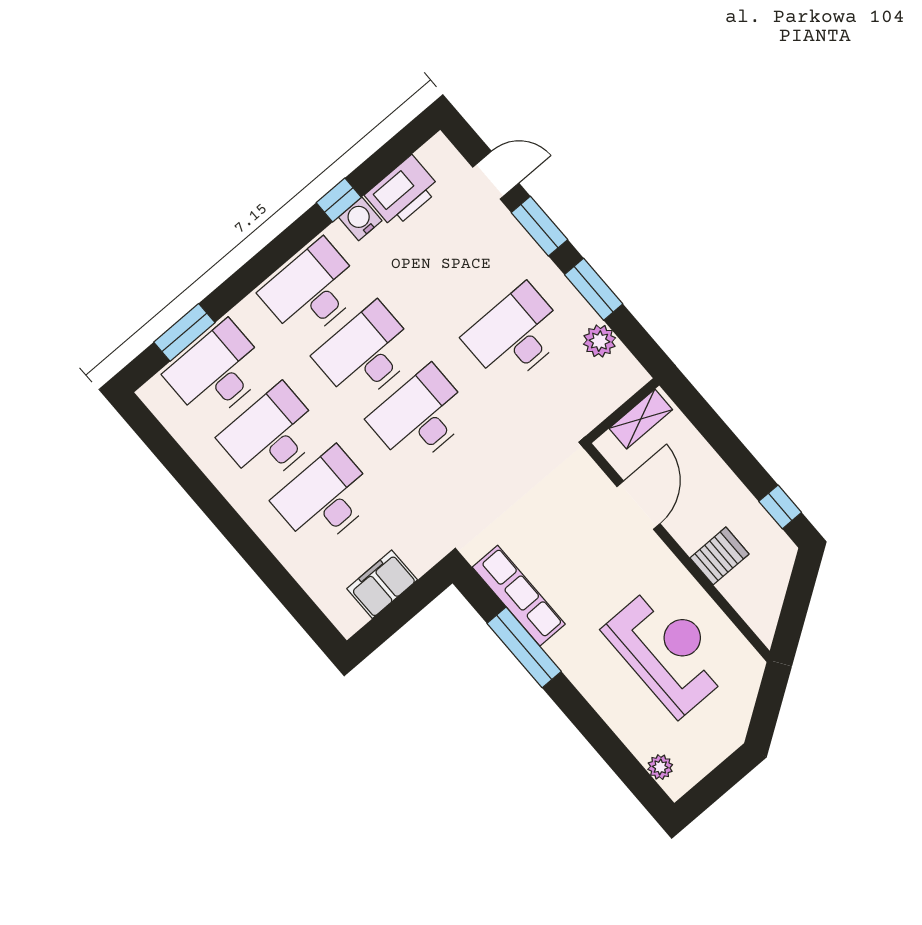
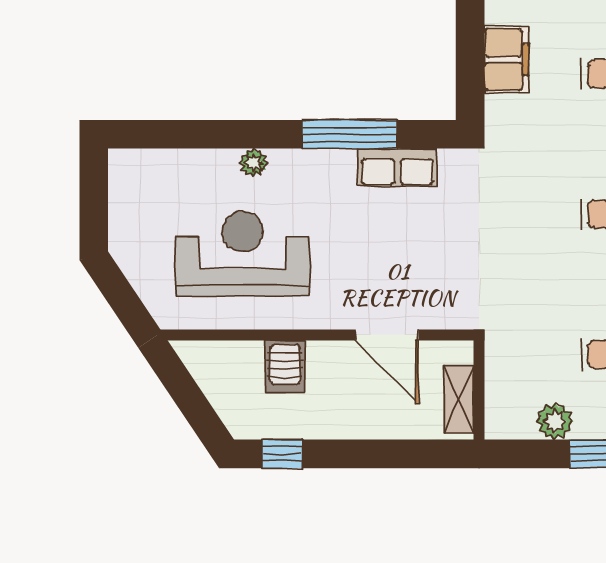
row of seats: (519, 596) -> (397, 167), width x0.68
reception desk: (667, 651) -> (243, 253), turned 180
plant: (660, 767) -> (254, 163), moved

